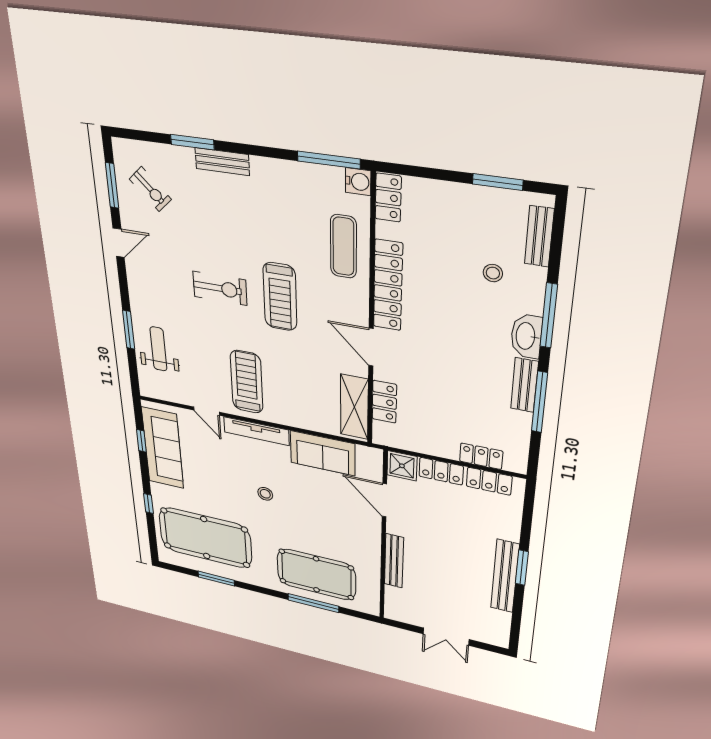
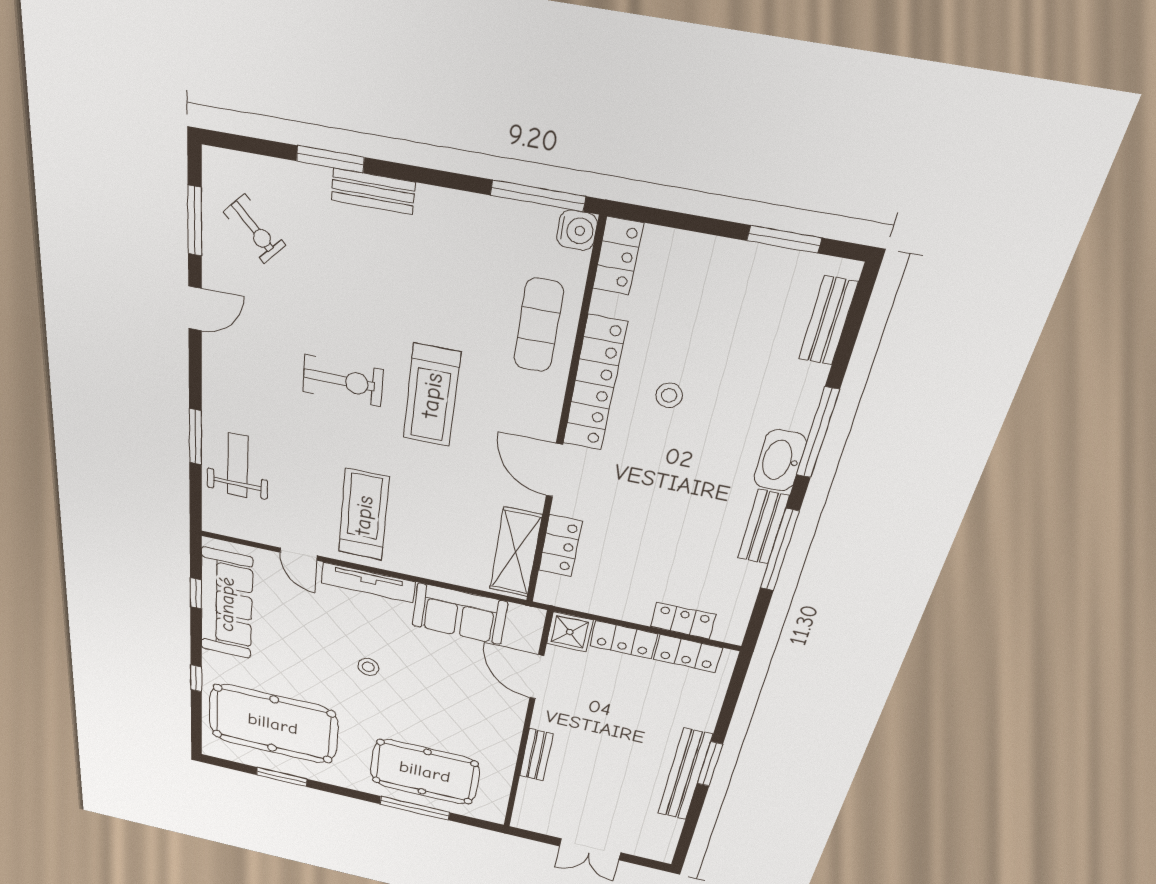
stool: (493, 273) -> (669, 395), moved
bench: (394, 561) -> (536, 755), width x0.73

